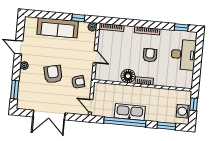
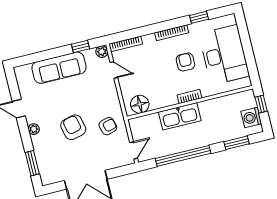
window: (181, 27) -> (199, 17), moved
desk: (183, 55) -> (224, 55), width x1.36, depth x1.30
door: (95, 57) -> (114, 70), moved
floor lamp: (128, 76) -> (140, 104), moved
door: (91, 106) -> (134, 150), swing flipped
kitchen sink: (130, 112) -> (180, 116), moved, turned 180

